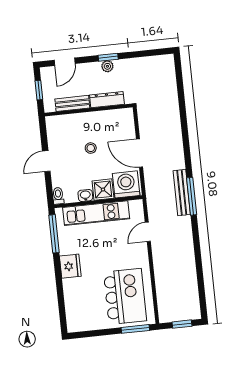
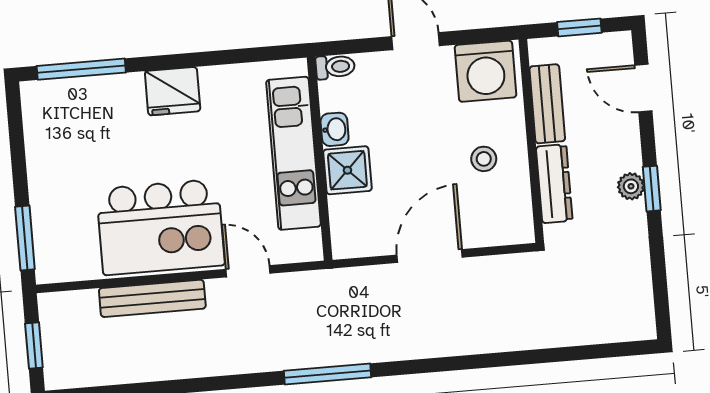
stool: (91, 148) -> (484, 159), moved
washing machine: (126, 184) -> (486, 71), moved, turned 90
bench: (182, 193) -> (152, 298), moved
window: (54, 234) -> (81, 69), moved
kitchen island: (125, 296) -> (161, 227), moved

